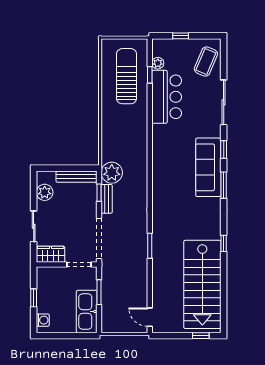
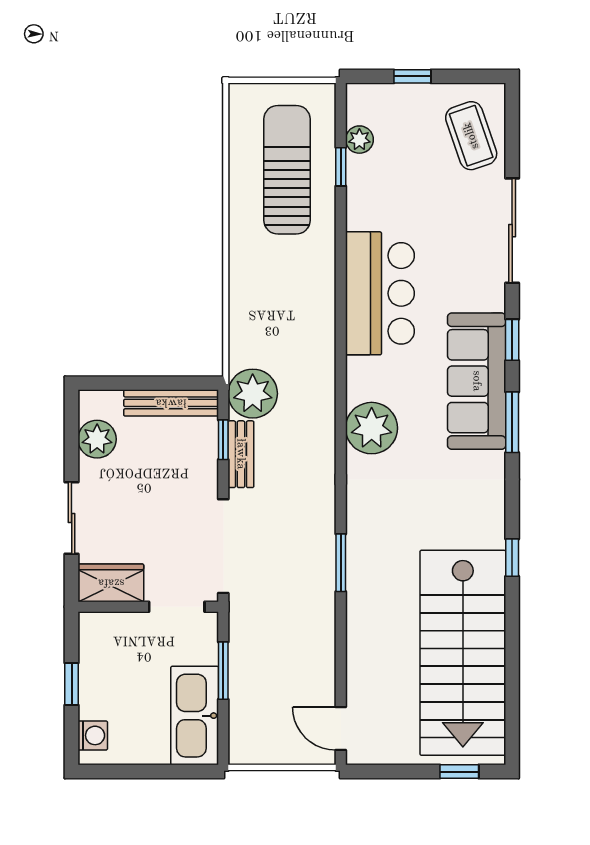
coffee table: (206, 61) -> (471, 136), turned -42
bar counter: (167, 97) -> (380, 293), moved
plant: (163, 188) -> (372, 428), added

